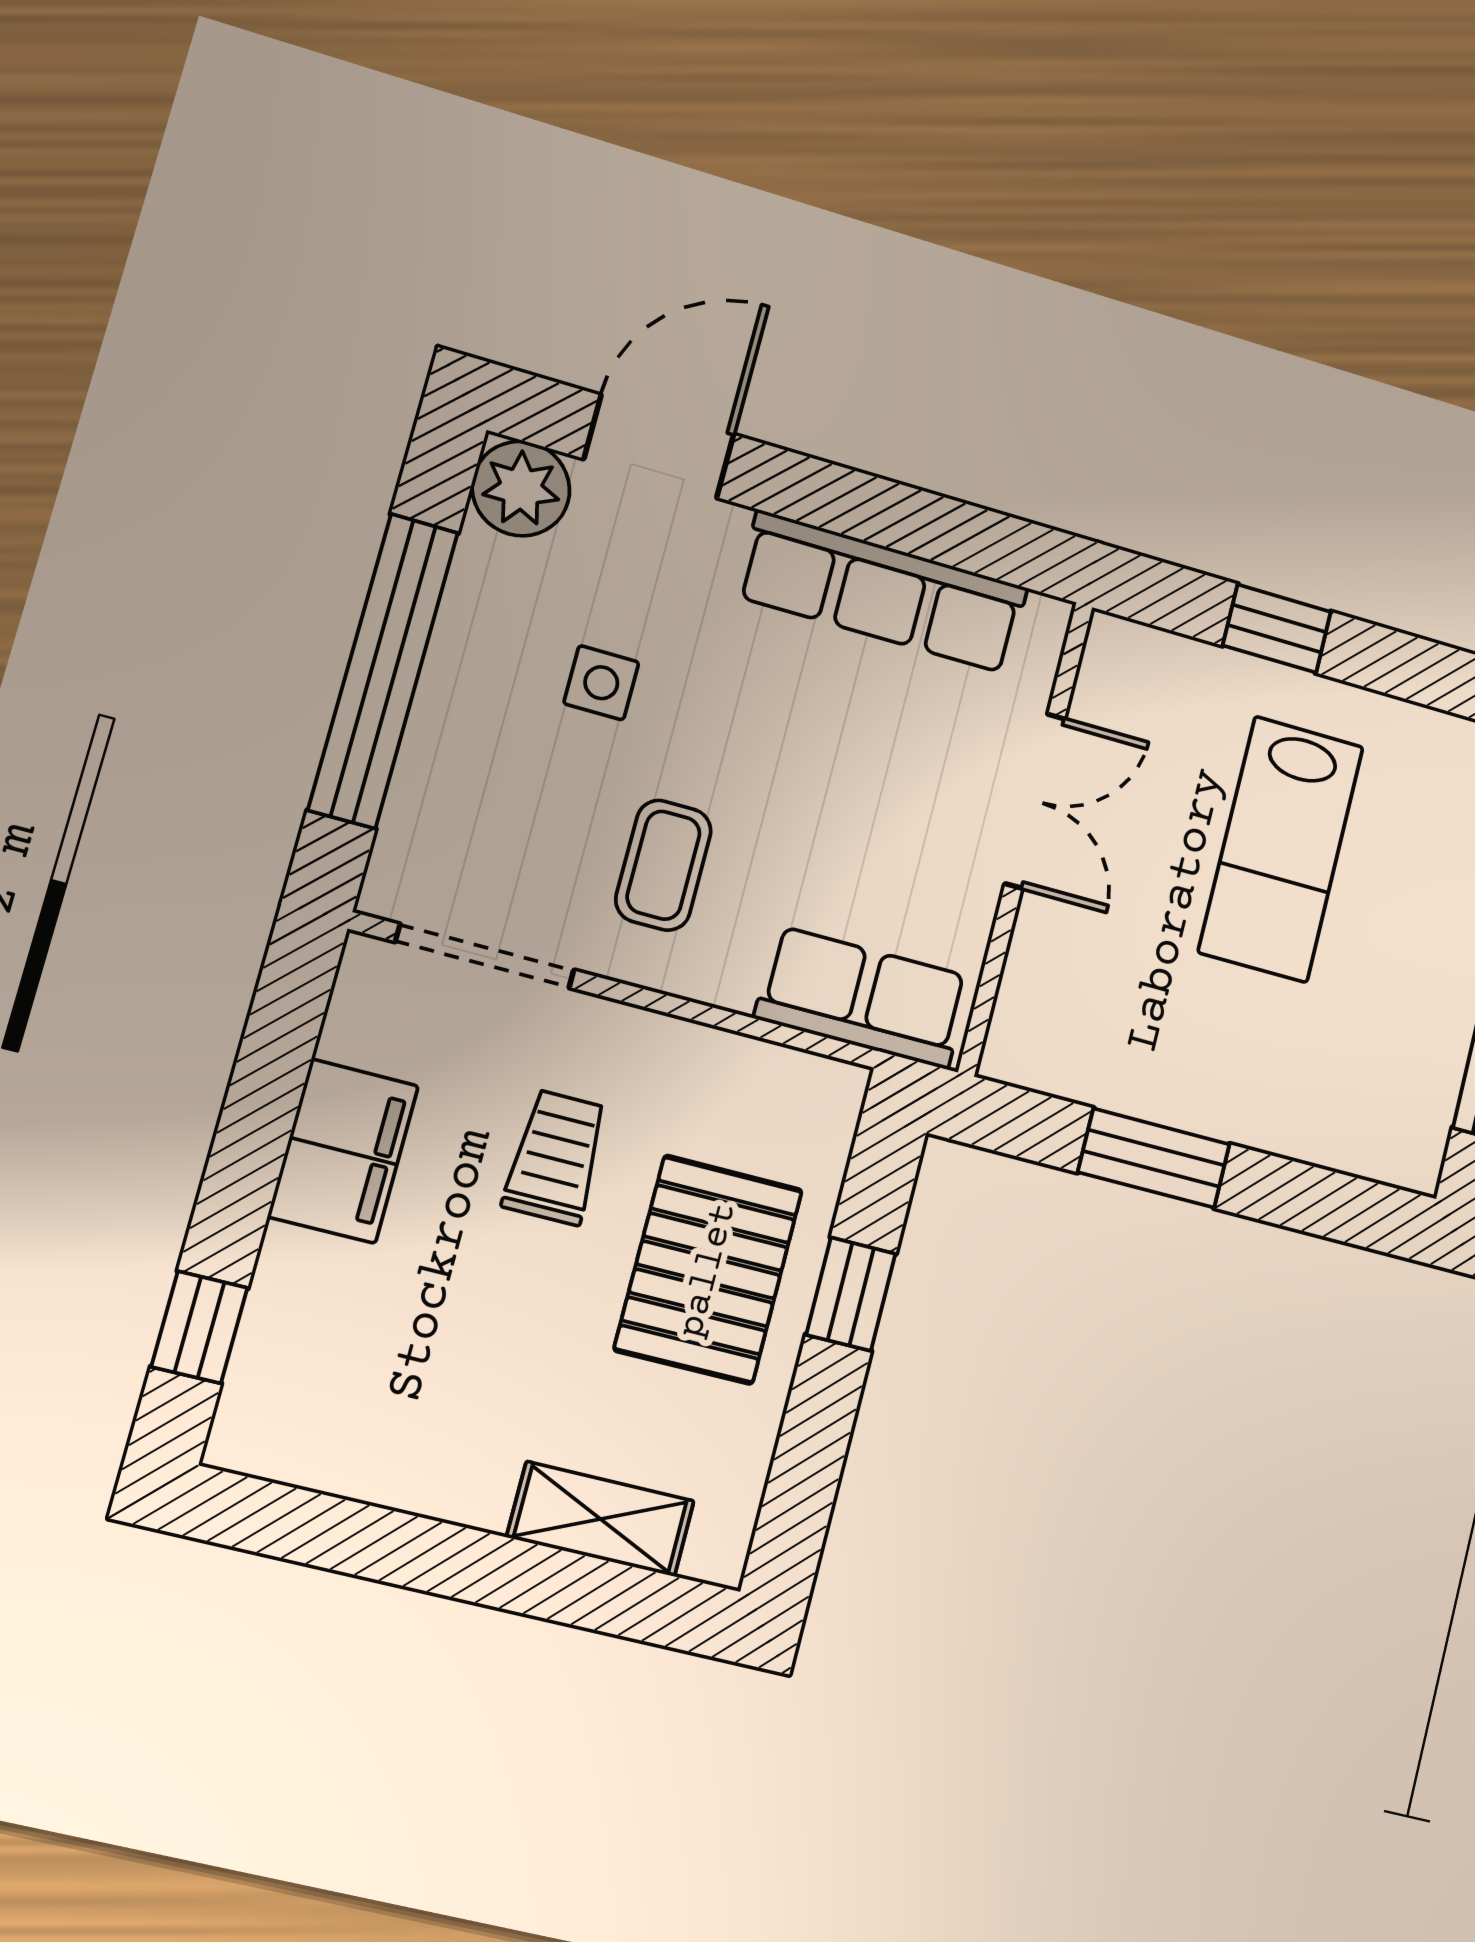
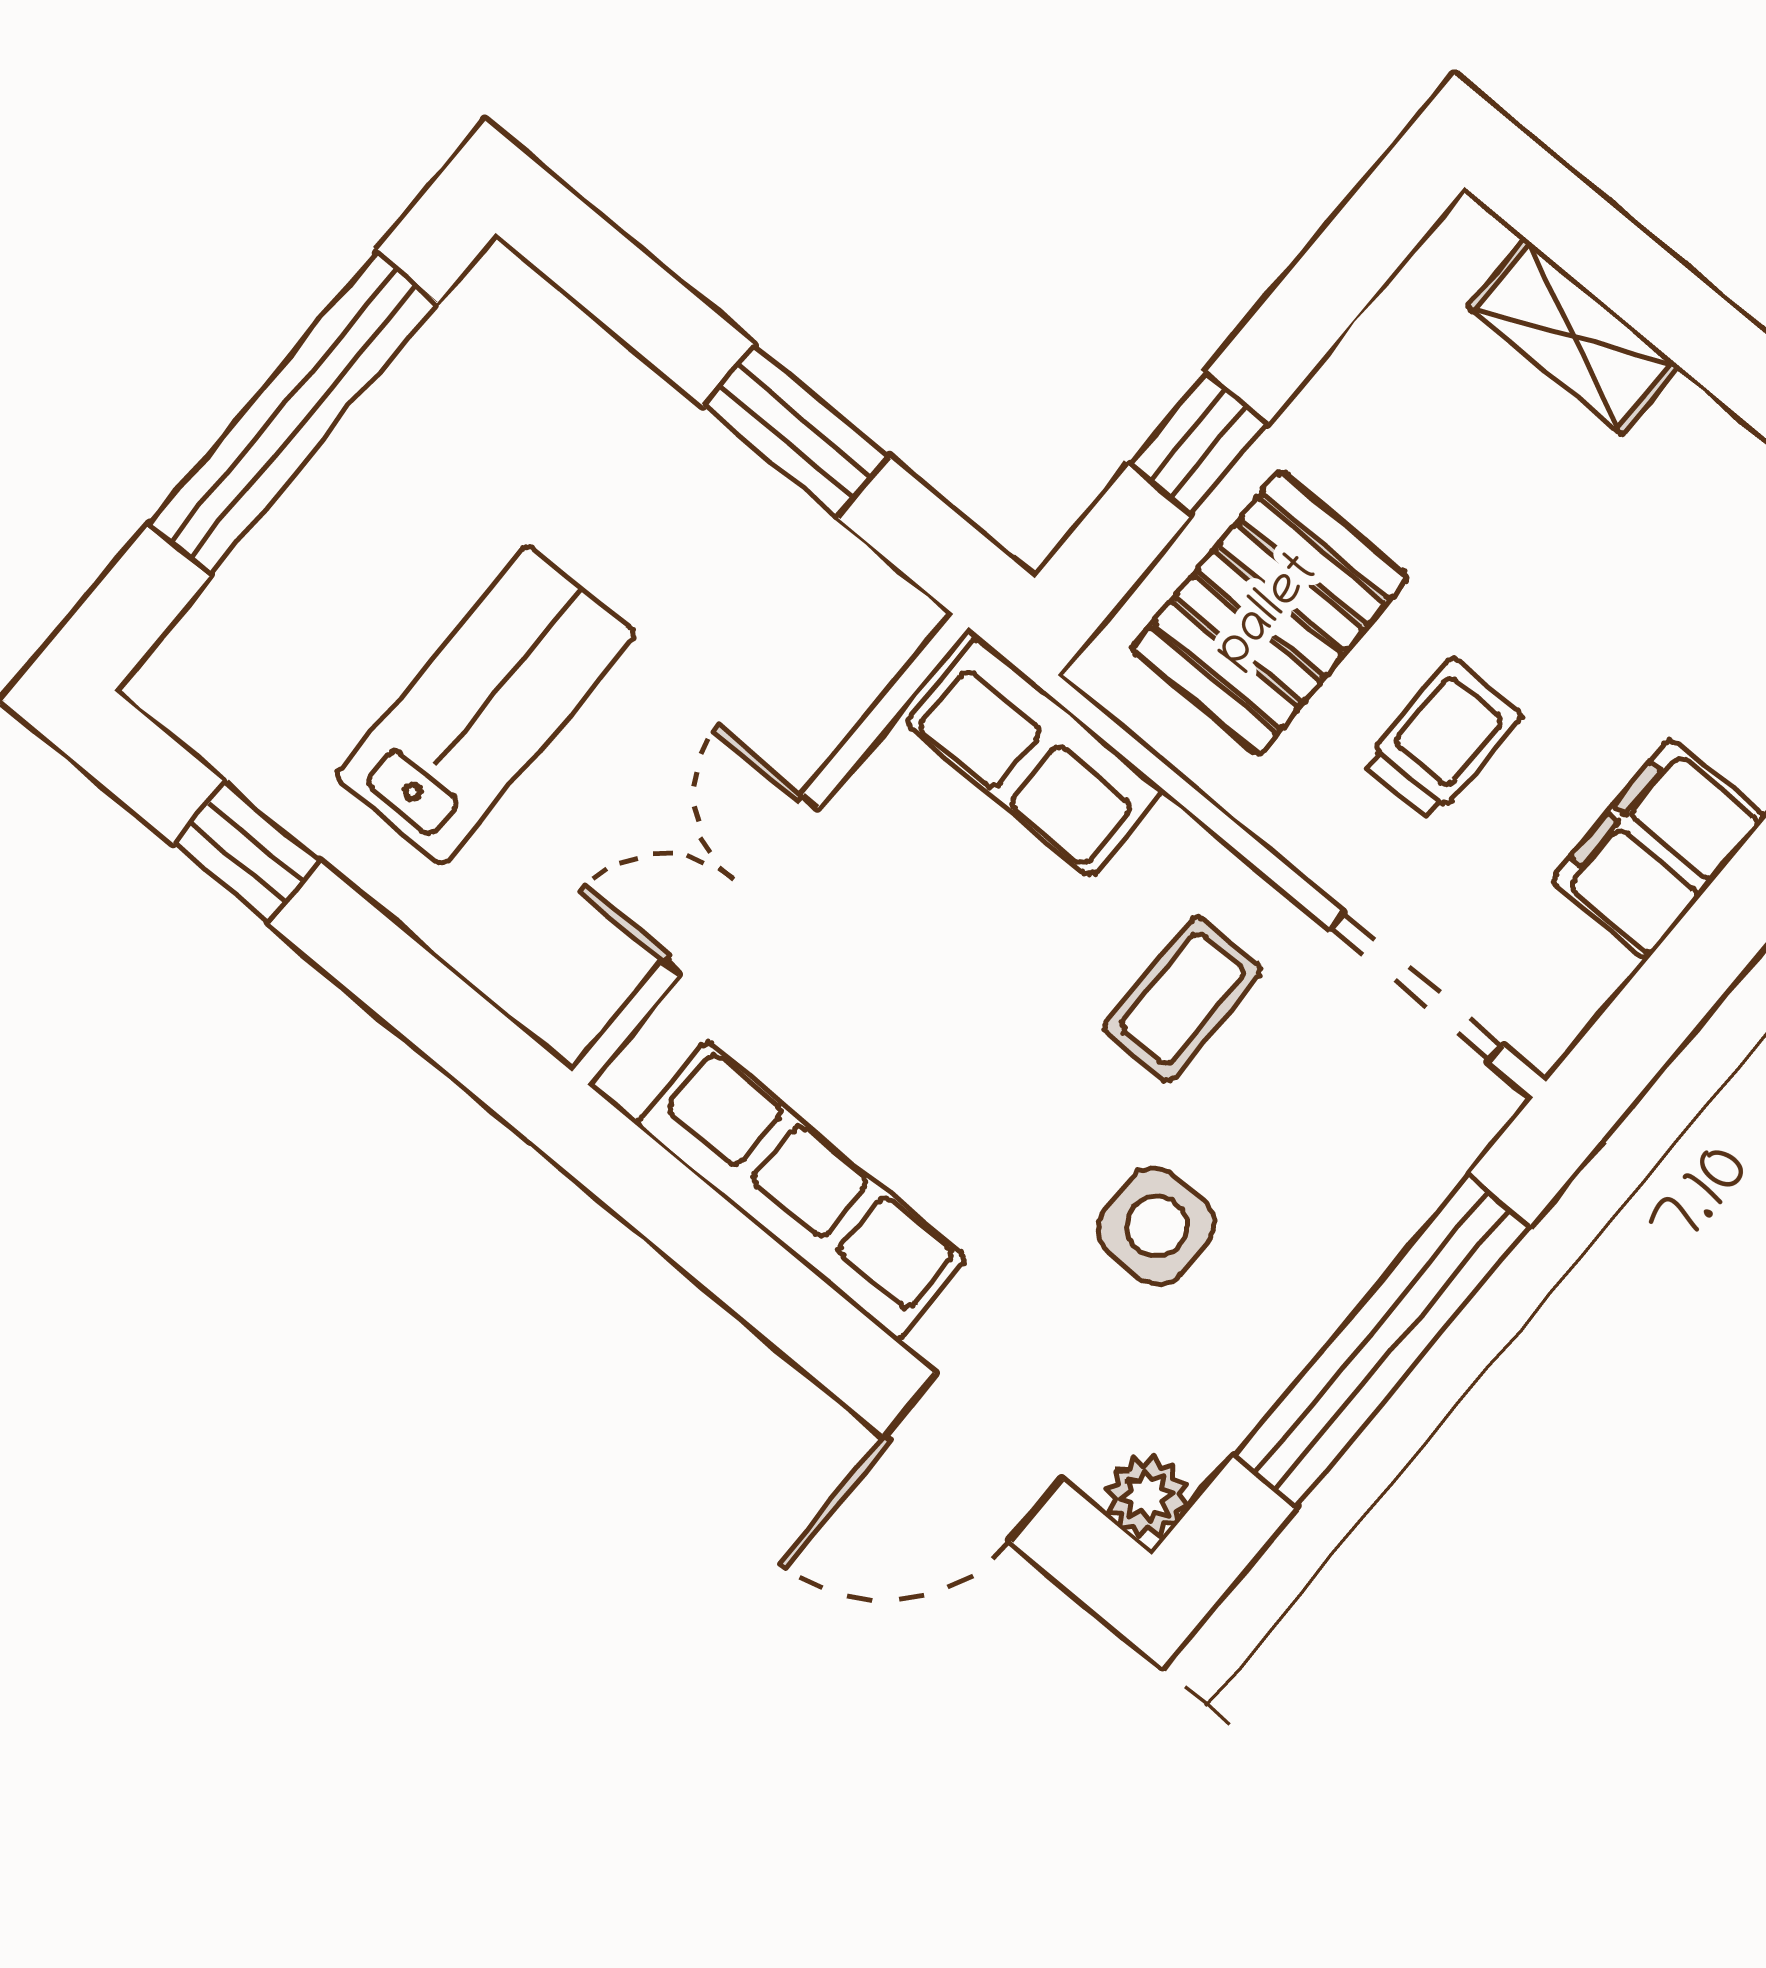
plant: (521, 489) -> (1146, 1497), width x0.73, depth x0.73
window: (1277, 629) -> (246, 852), moved
side table: (601, 683) -> (1157, 1226), width x1.37, depth x1.37
trolley: (556, 1157) -> (1442, 739), turned 180
pallet: (708, 1270) -> (1269, 613), moved

